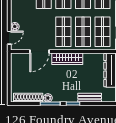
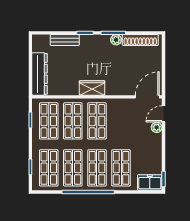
door: (39, 51) -> (147, 97), moved
wardrobe: (67, 59) -> (92, 88), width x0.67

